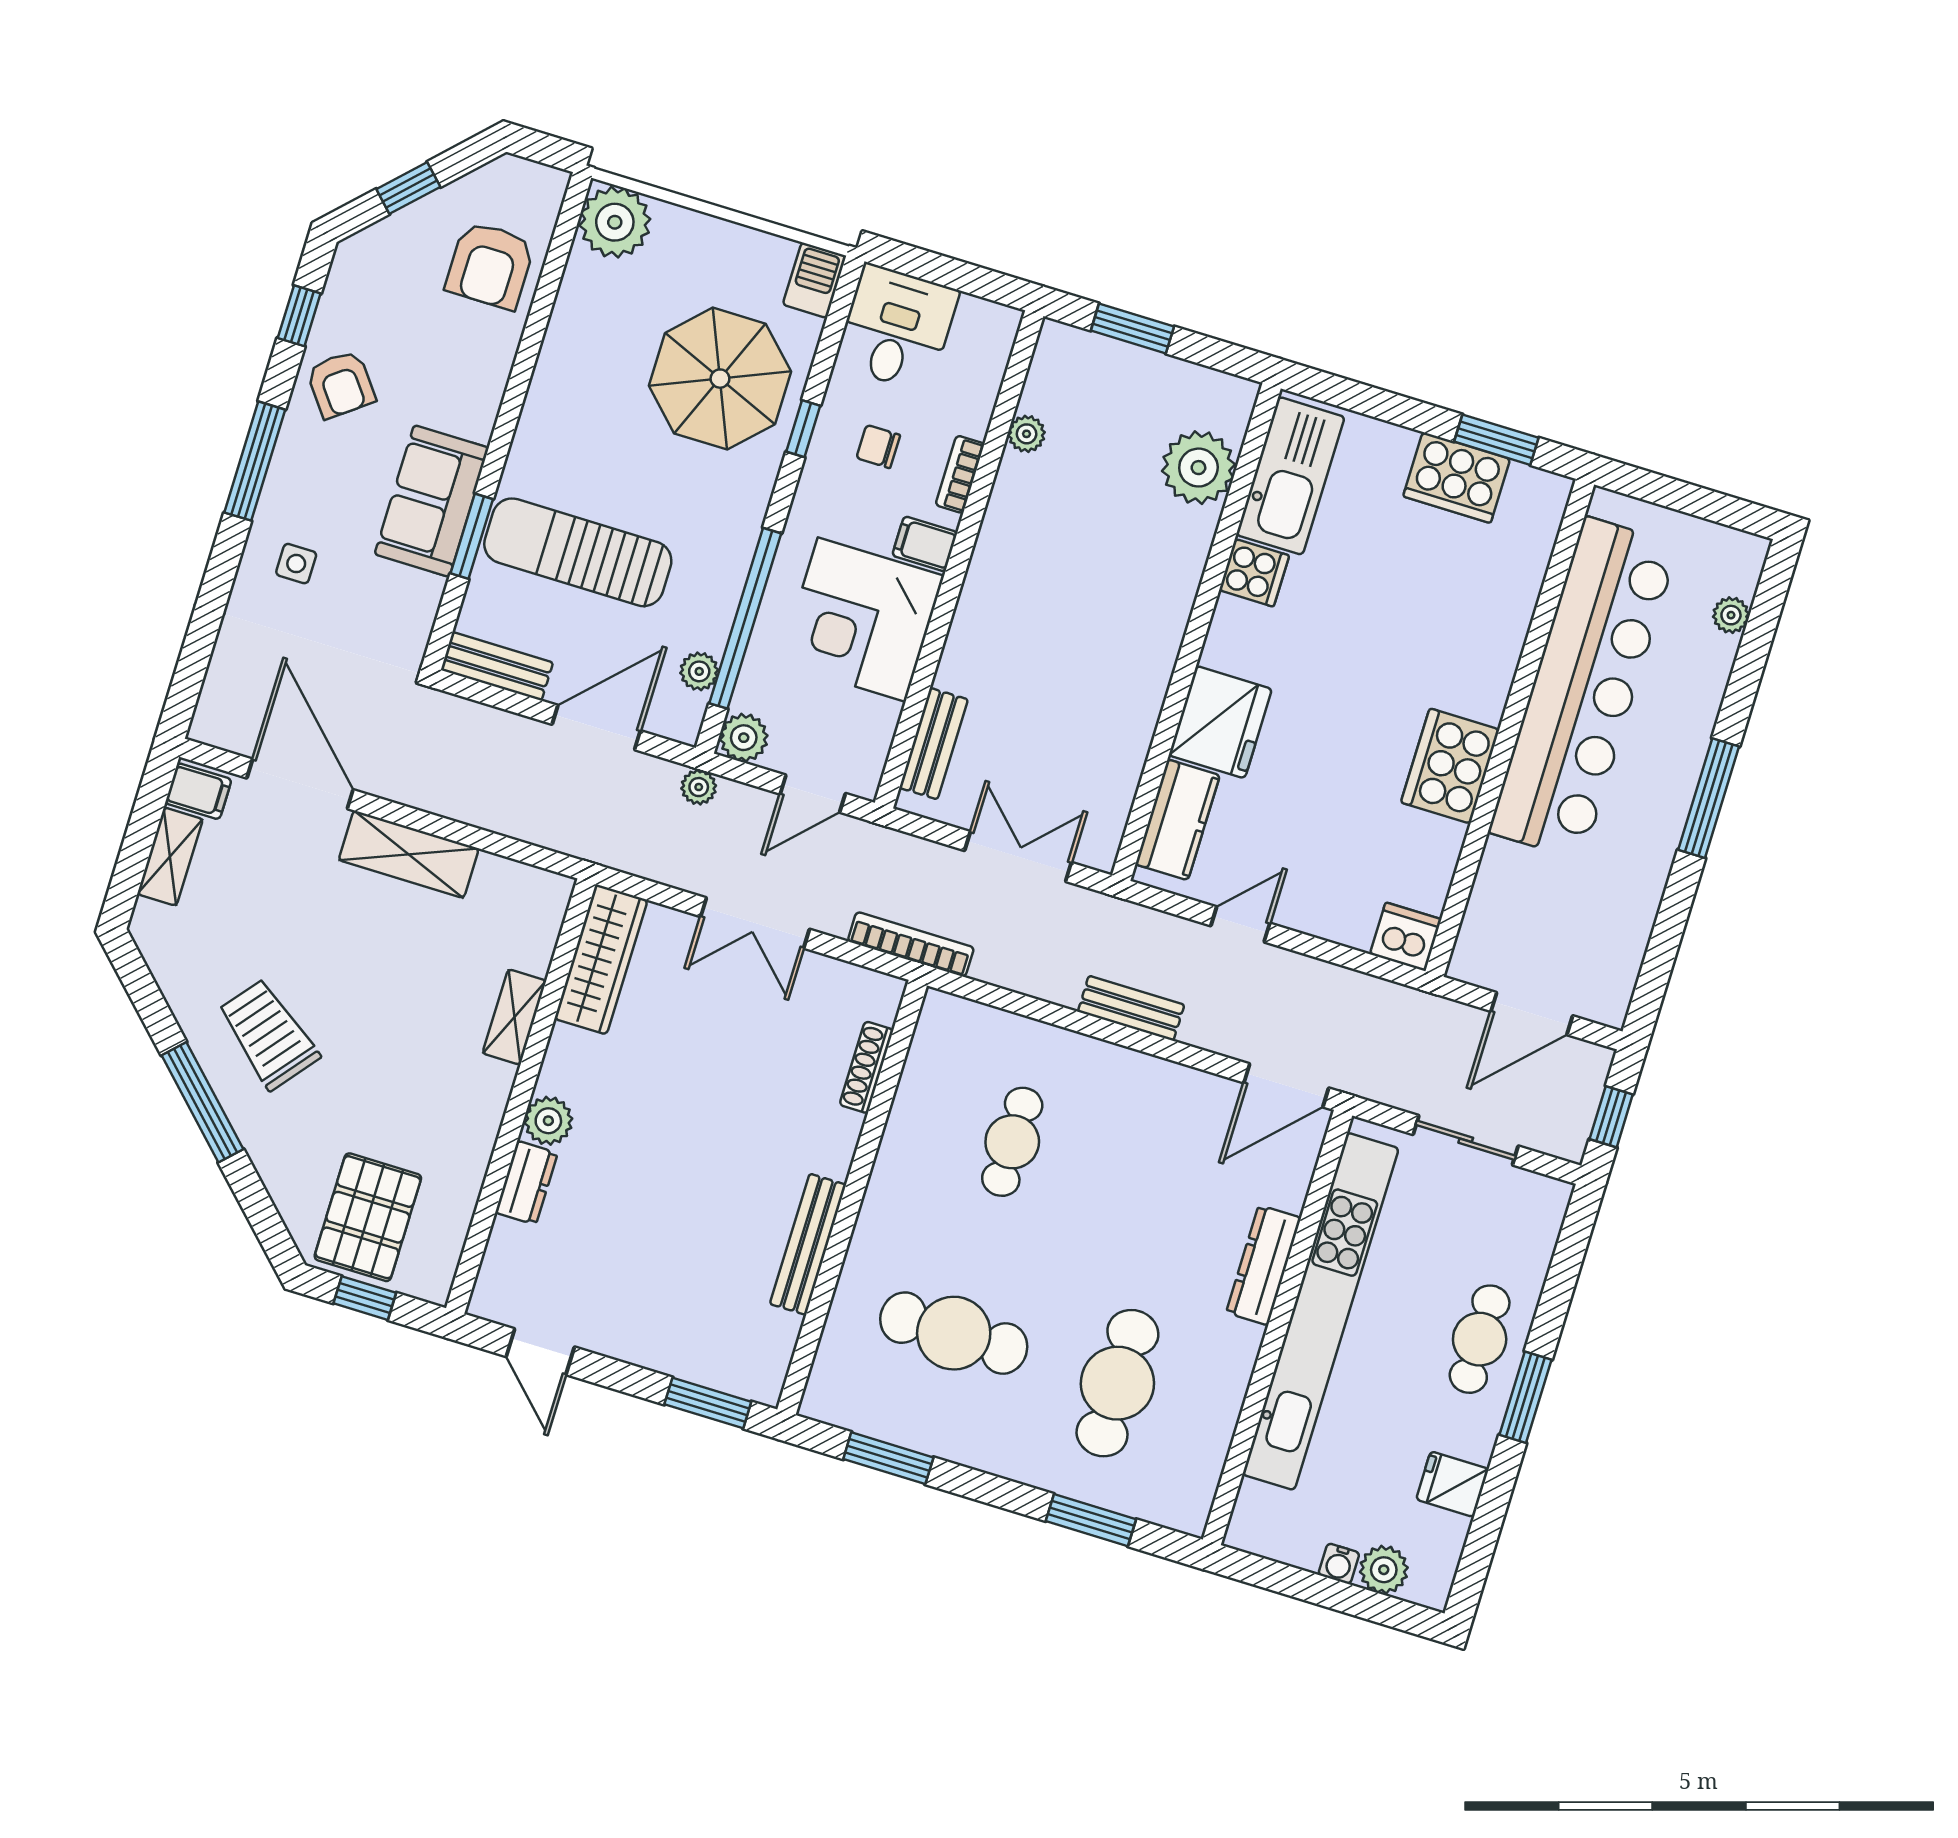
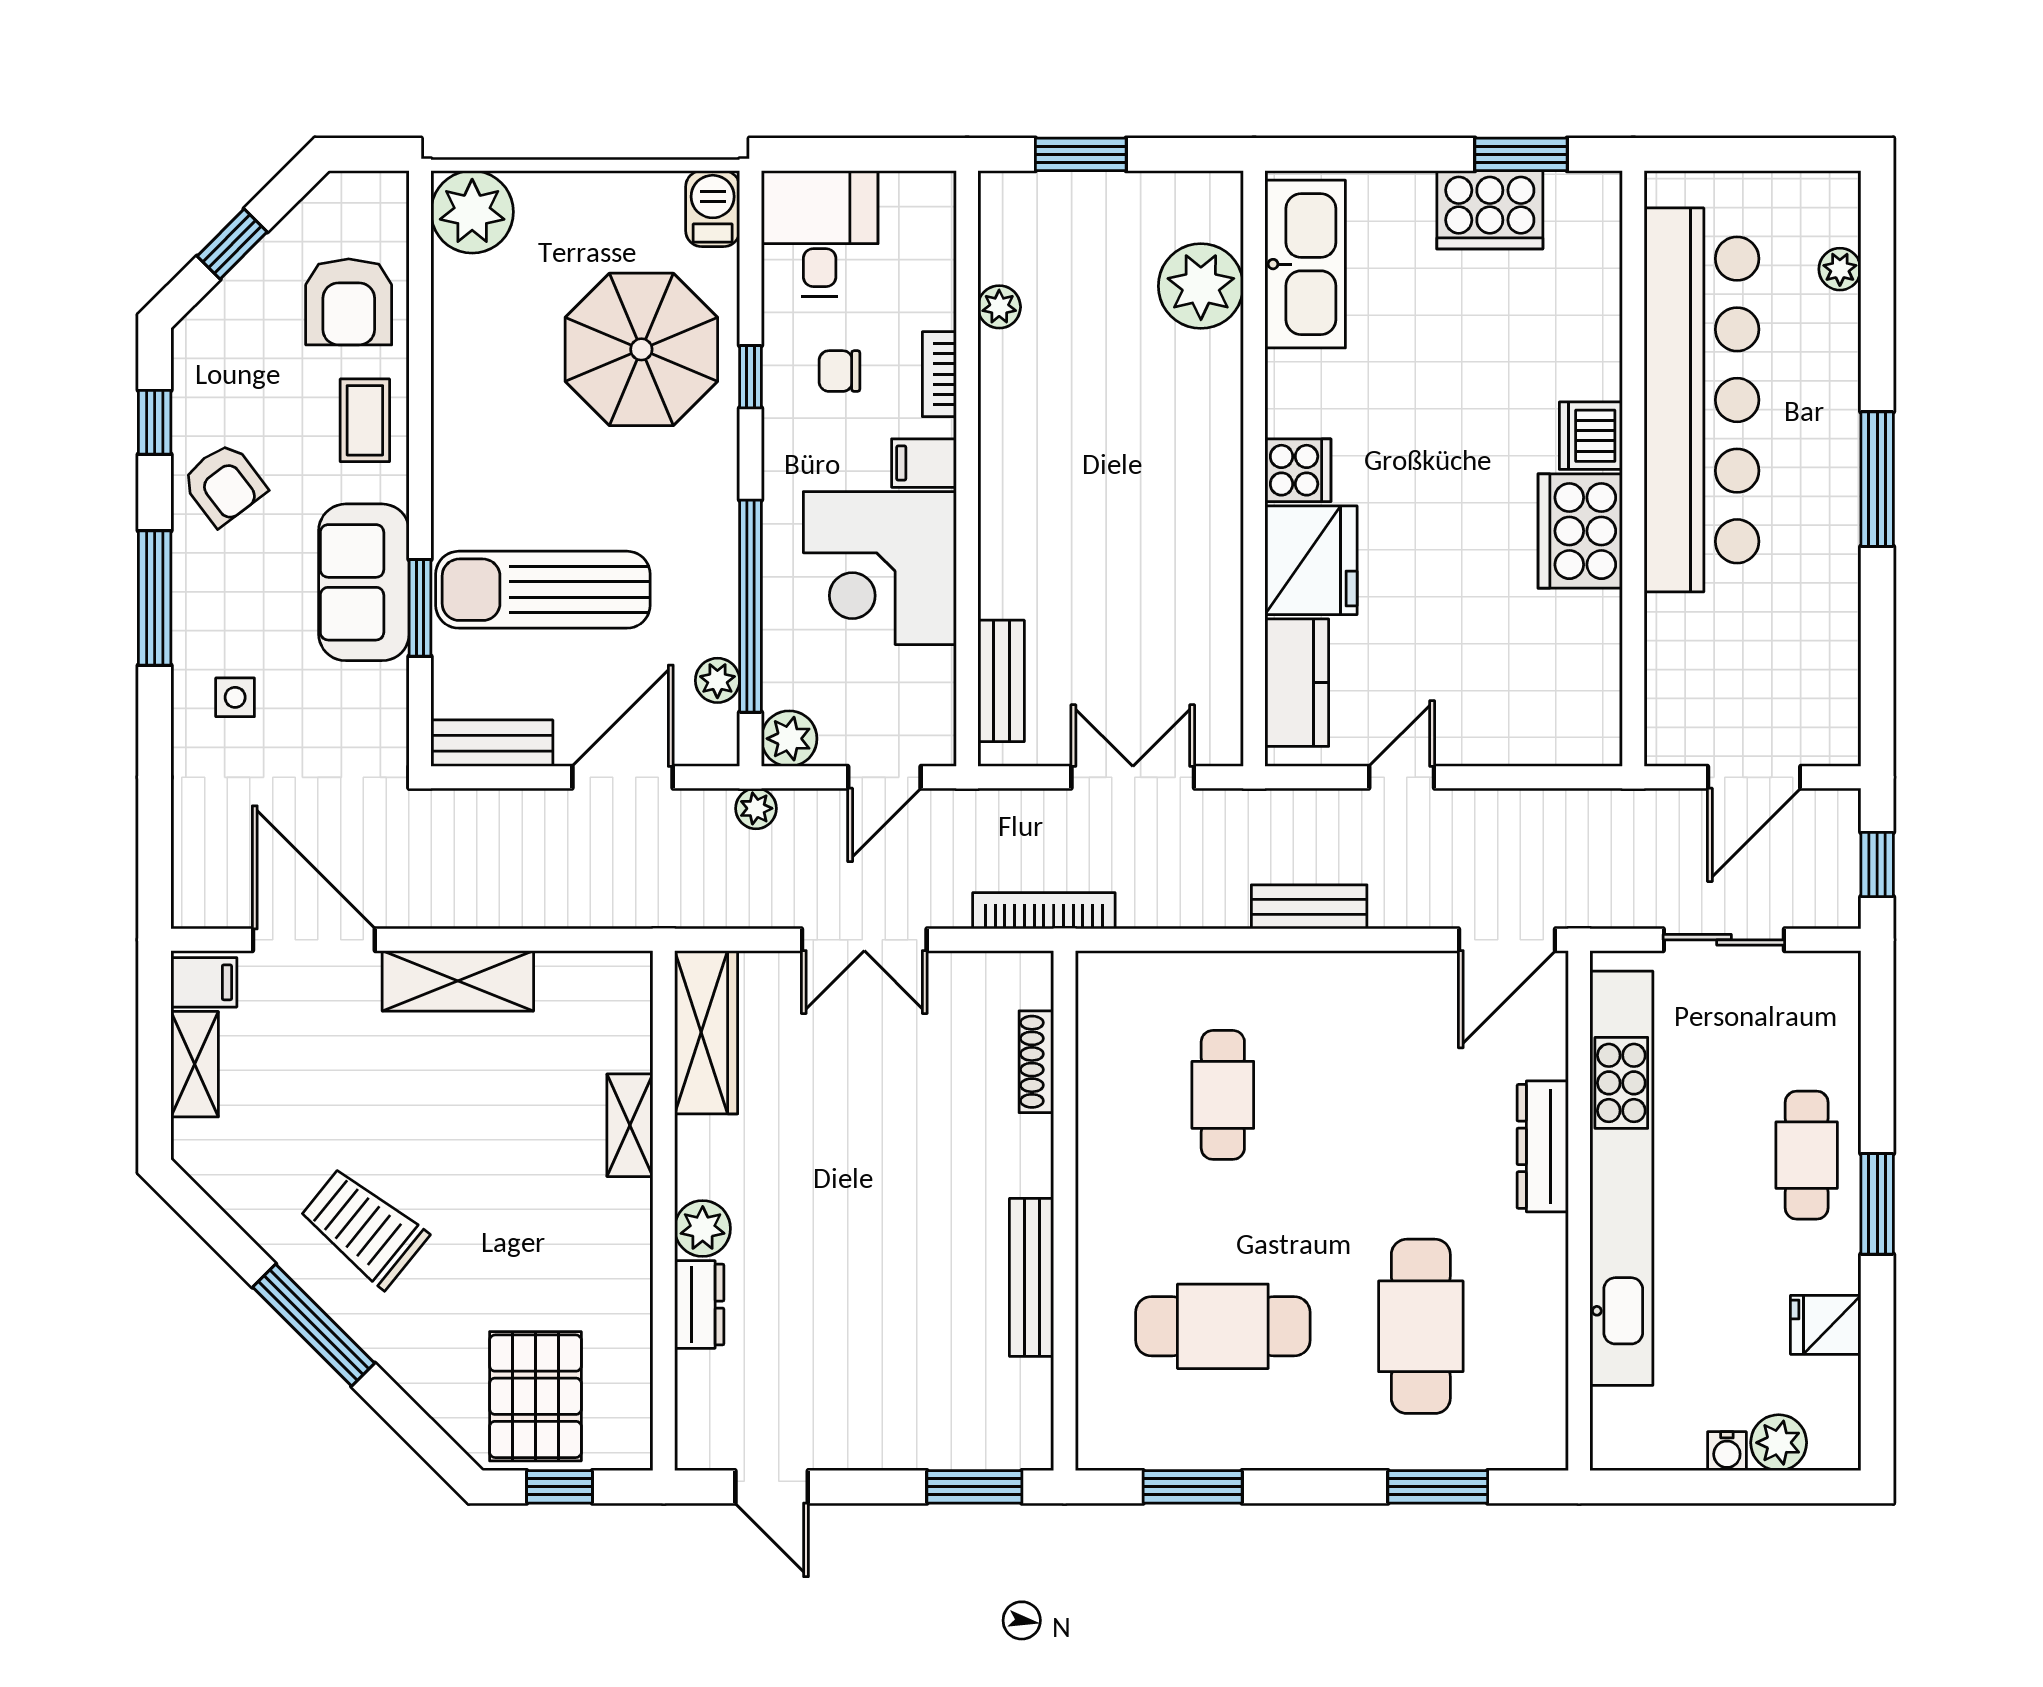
coffee table: (473, 367) -> (365, 420), added
cooker: (1254, 573) -> (1298, 470), moved
dishwasher: (1406, 937) -> (1591, 436), moved, turned -90

